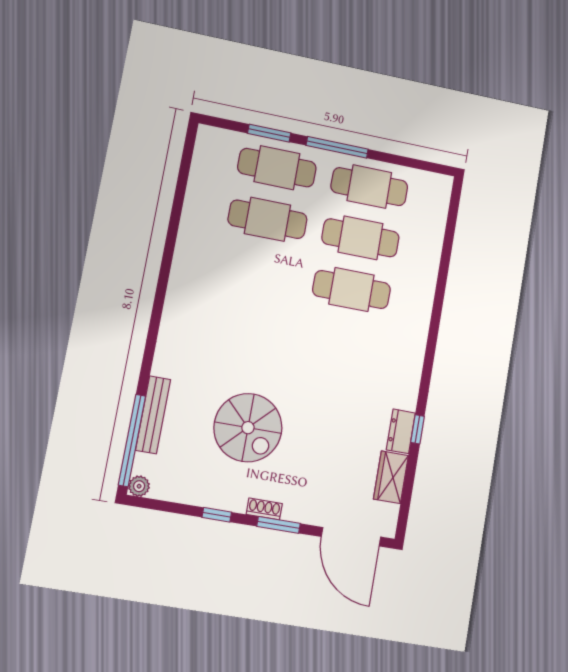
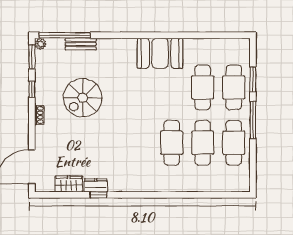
booth: (196, 280) -> (160, 53), added
bench: (153, 415) -> (81, 44), width x0.73
window: (279, 525) -> (32, 57), moved

